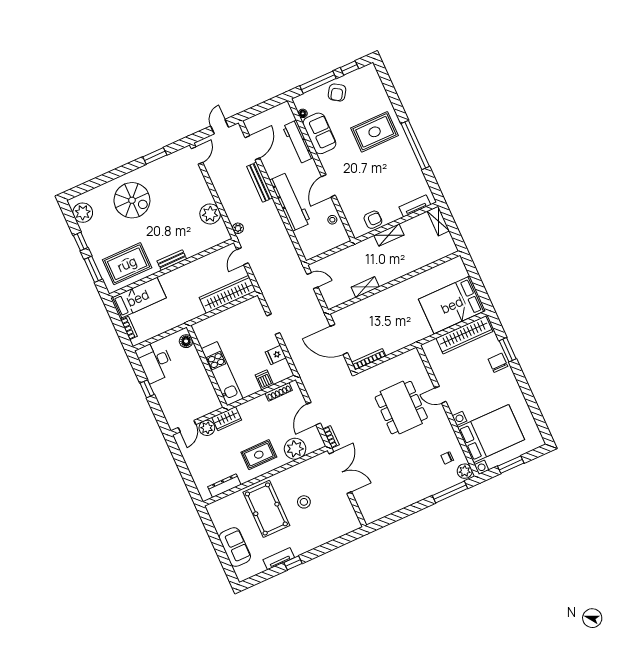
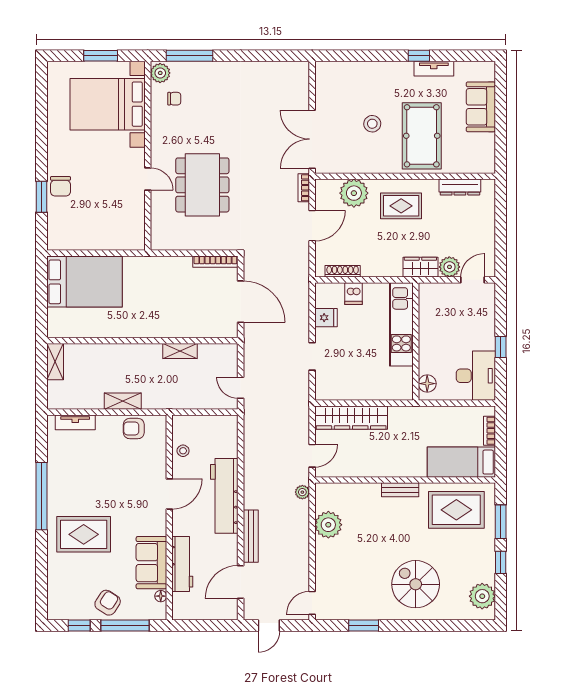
shelving: (438, 221) -> (55, 362), moved
wardrobe: (464, 335) -> (86, 239), removed

